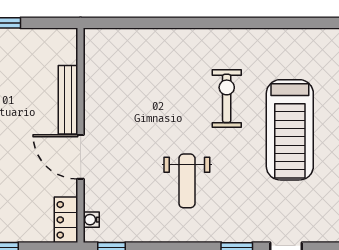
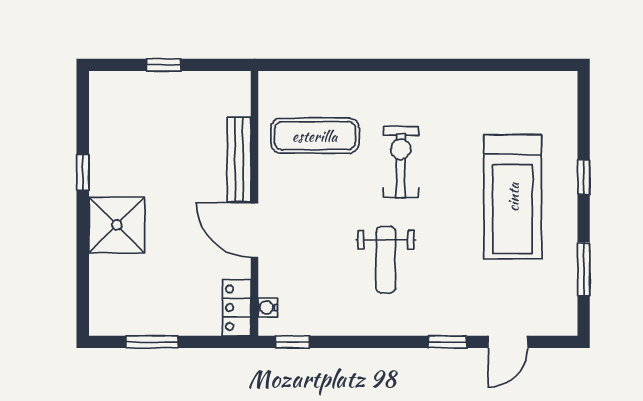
exercise mat: (129, 80) -> (315, 136), added
exercise bike: (227, 98) -> (401, 162), moved

